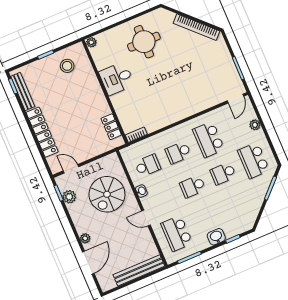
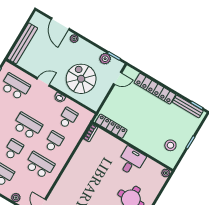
locker: (111, 127) -> (111, 126), width x1.53
school desk: (148, 166) -> (68, 118), turned 180
school desk: (193, 186) -> (27, 126), width x1.85

